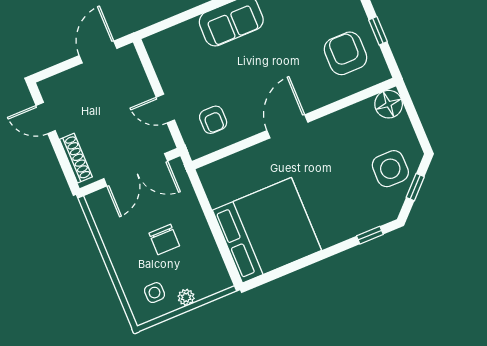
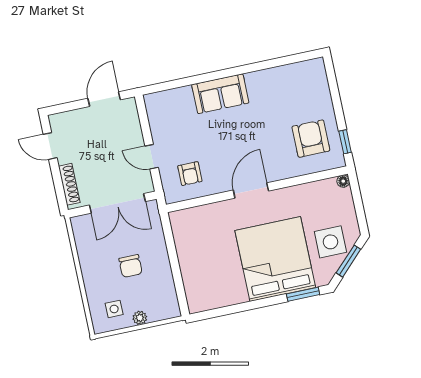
window: (378, 31) -> (345, 142), moved
floor lamp: (389, 104) -> (343, 181), width x0.53, depth x0.53
window: (415, 187) -> (348, 261), width x1.50
bed: (267, 230) -> (275, 259), moved, turned -90
window: (370, 235) -> (303, 294), width x1.50

